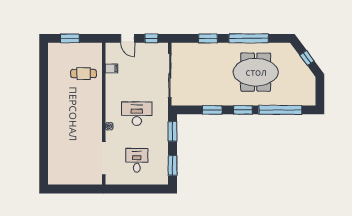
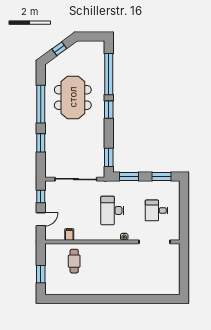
window: (212, 110) -> (109, 157), moved

